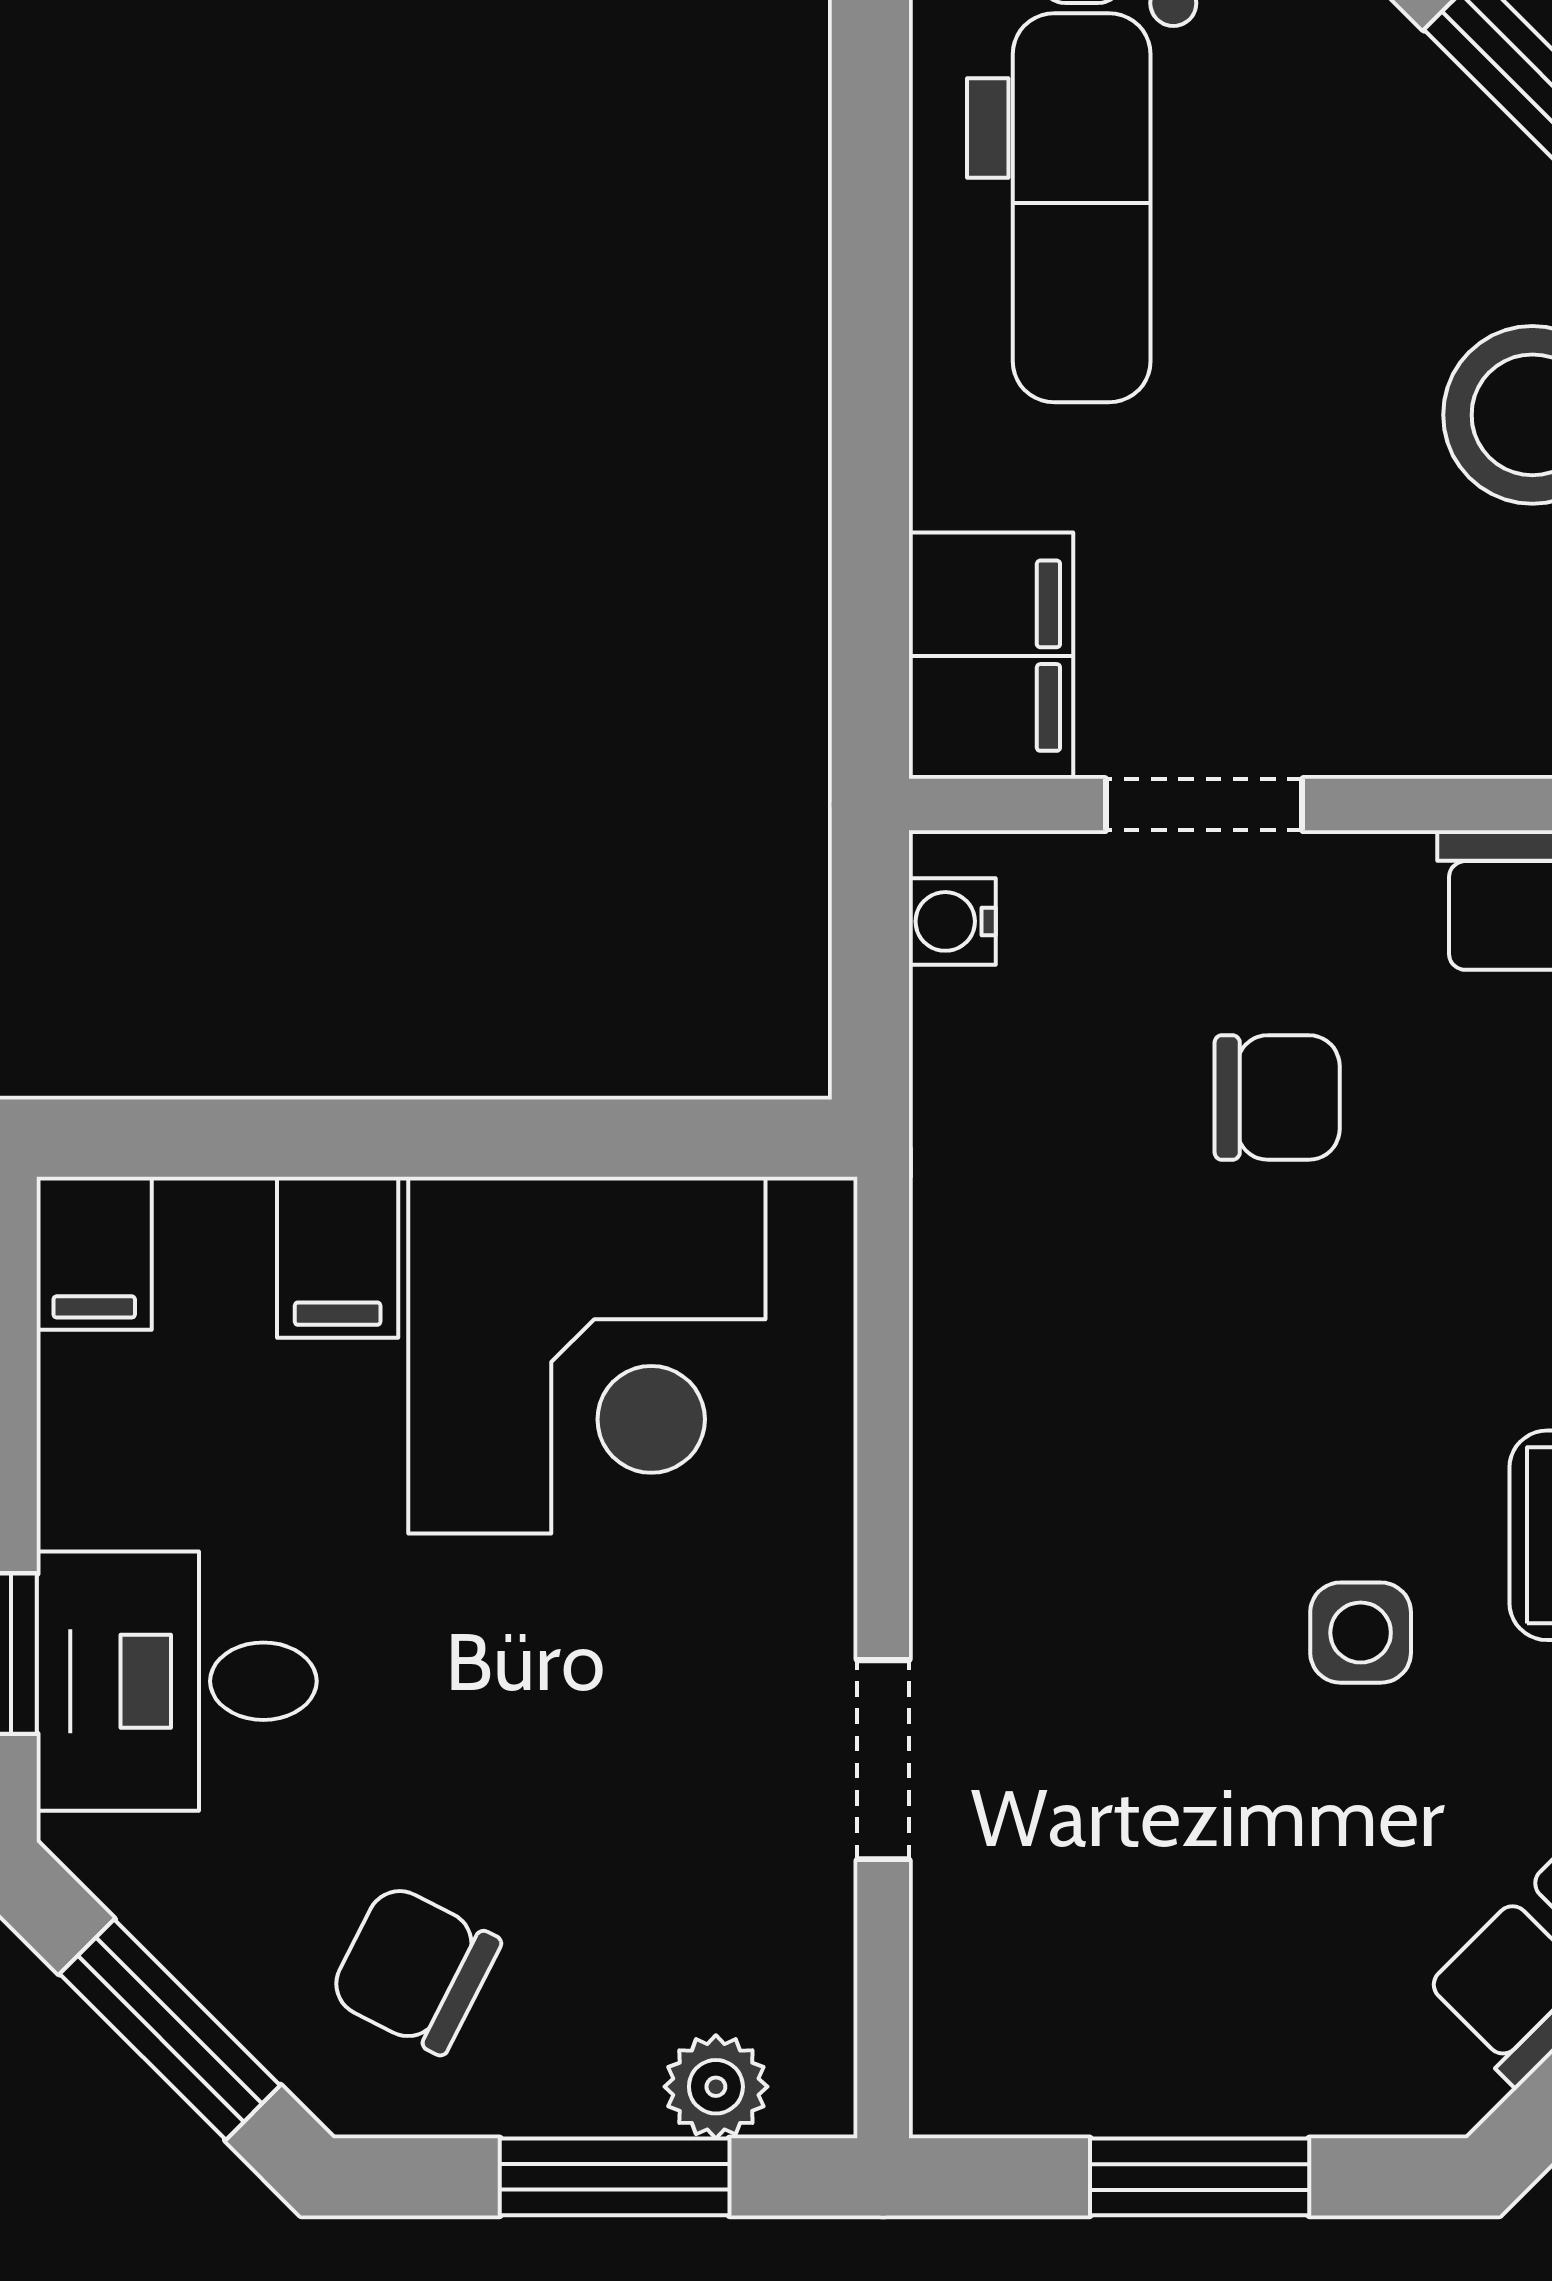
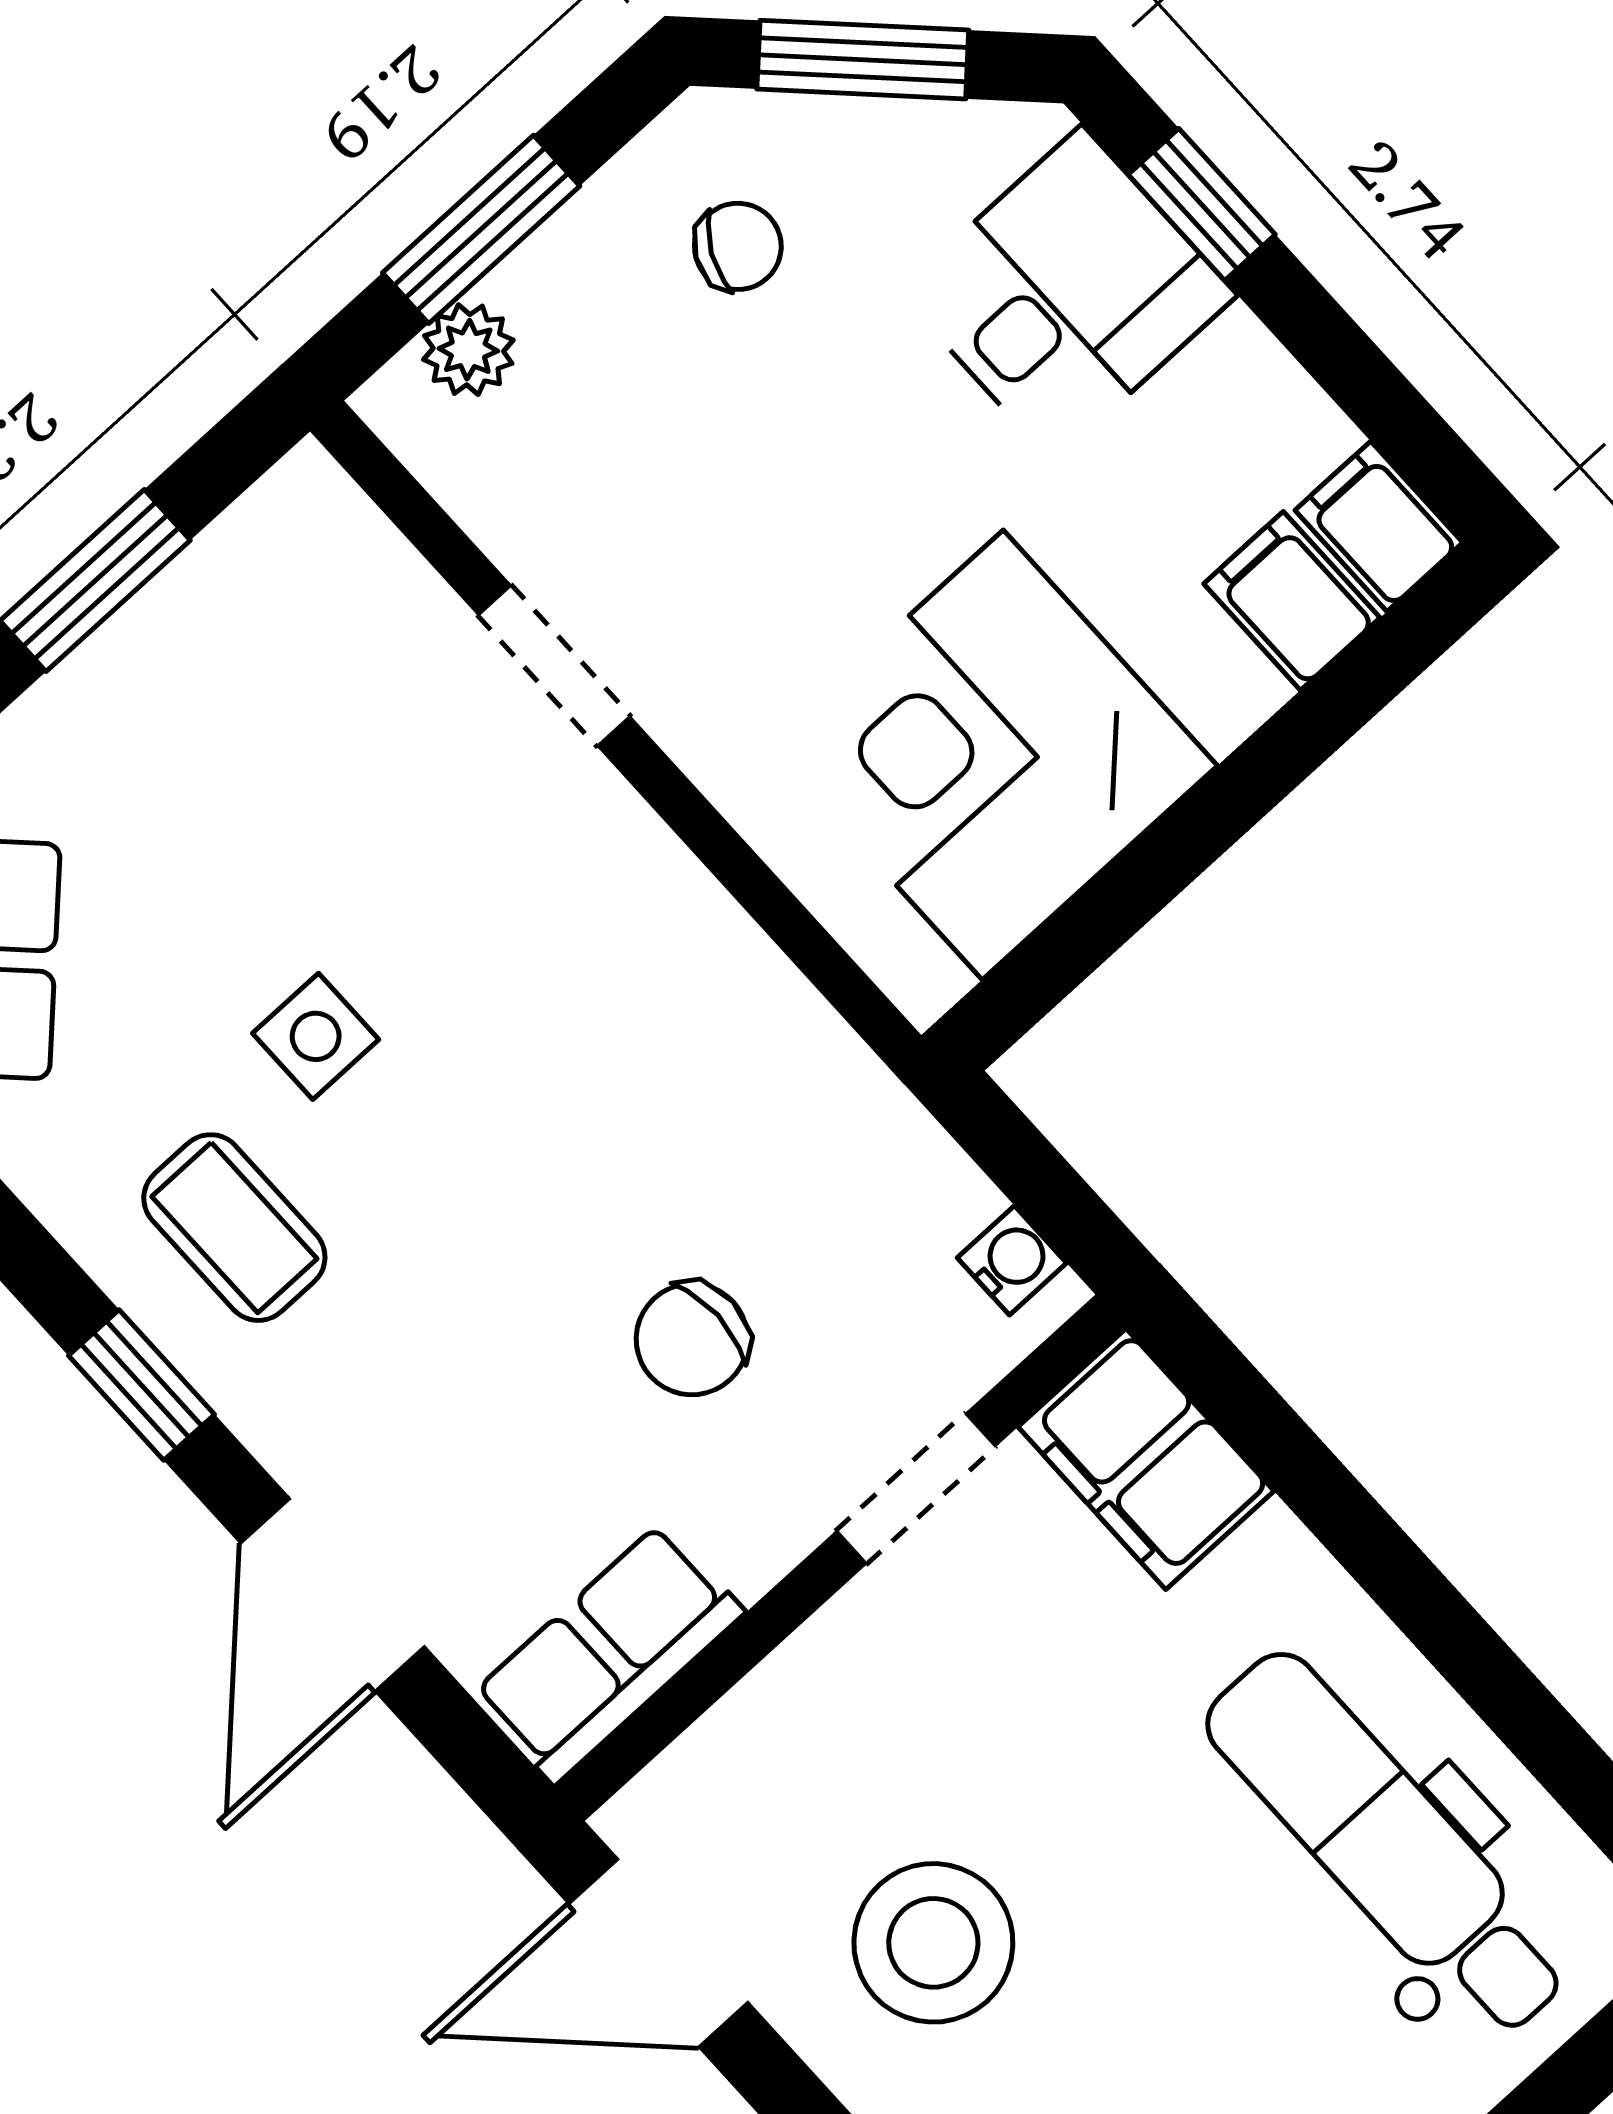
filing cabinet: (338, 1257) -> (1292, 601), moved
chair: (415, 1969) -> (738, 246), width x0.73, depth x0.73

